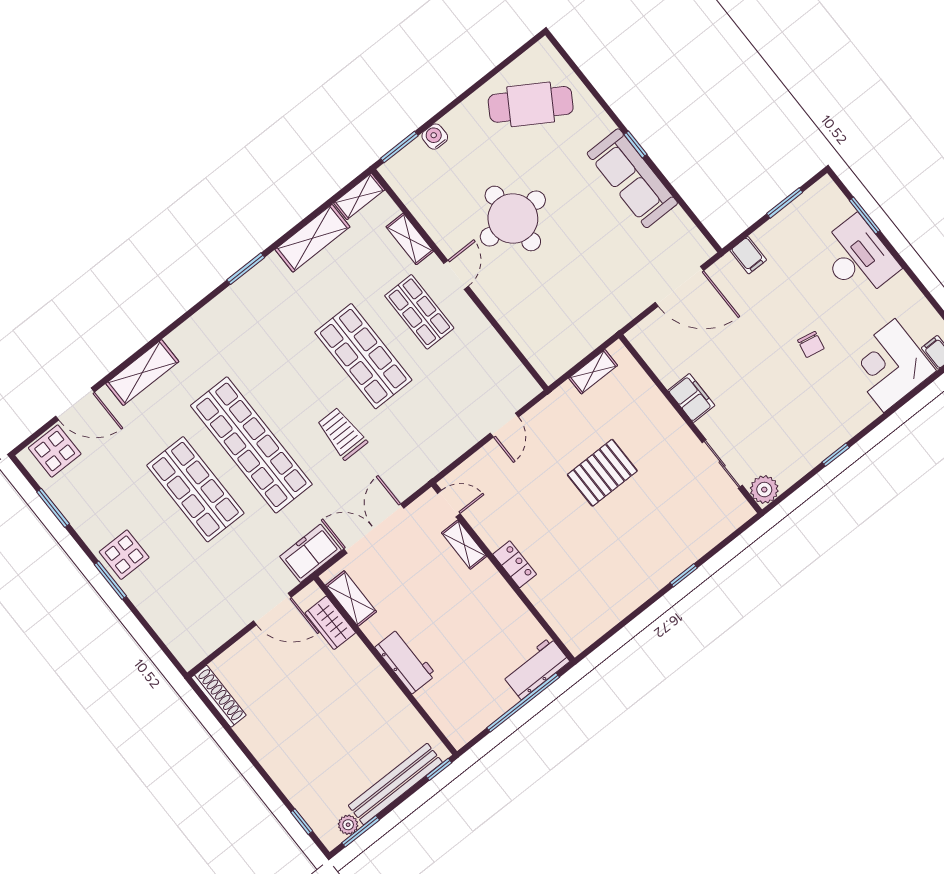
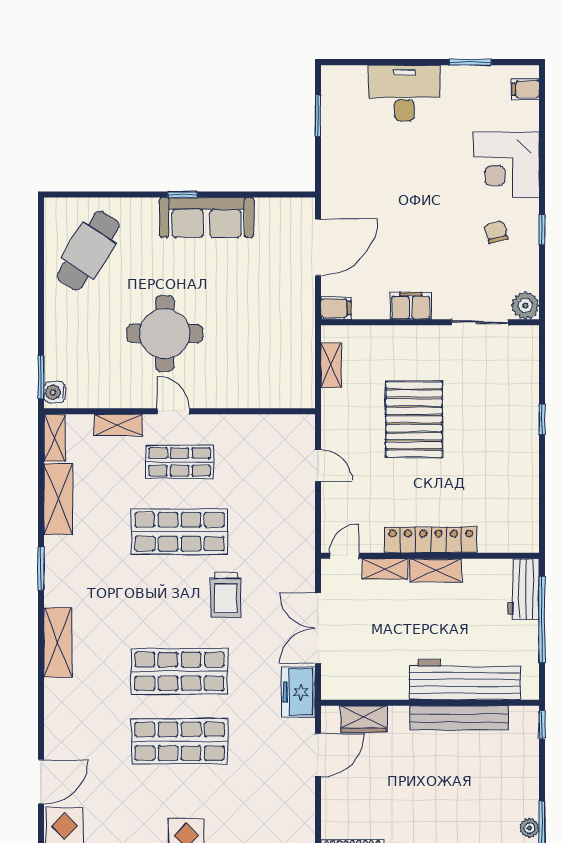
water cooler: (435, 137) -> (55, 392), moved
window: (865, 216) -> (470, 62), moved
filing cabinet: (748, 255) -> (336, 308), moved
chair: (811, 344) -> (496, 232), moved, turned -116
corner desk: (889, 365) -> (506, 165), moved
shelving: (142, 373) -> (58, 642), moved
trolley: (342, 433) -> (226, 595), turned -90
shop shelf: (251, 445) -> (180, 671), width x0.71
pallet: (602, 473) -> (414, 419), width x1.37, depth x1.41
locker: (515, 564) -> (431, 540), width x2.16, depth x1.21
shelving: (351, 598) -> (436, 570), moved
workbench: (406, 661) -> (465, 680), width x1.88, depth x1.32
bench: (395, 784) -> (459, 718), moved, turned 90

